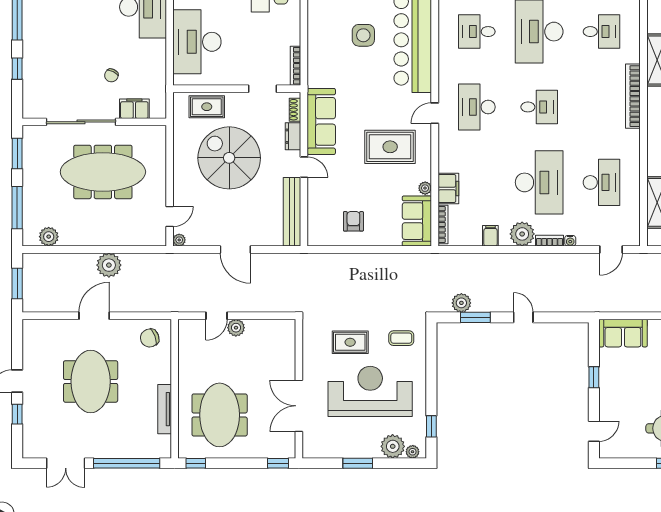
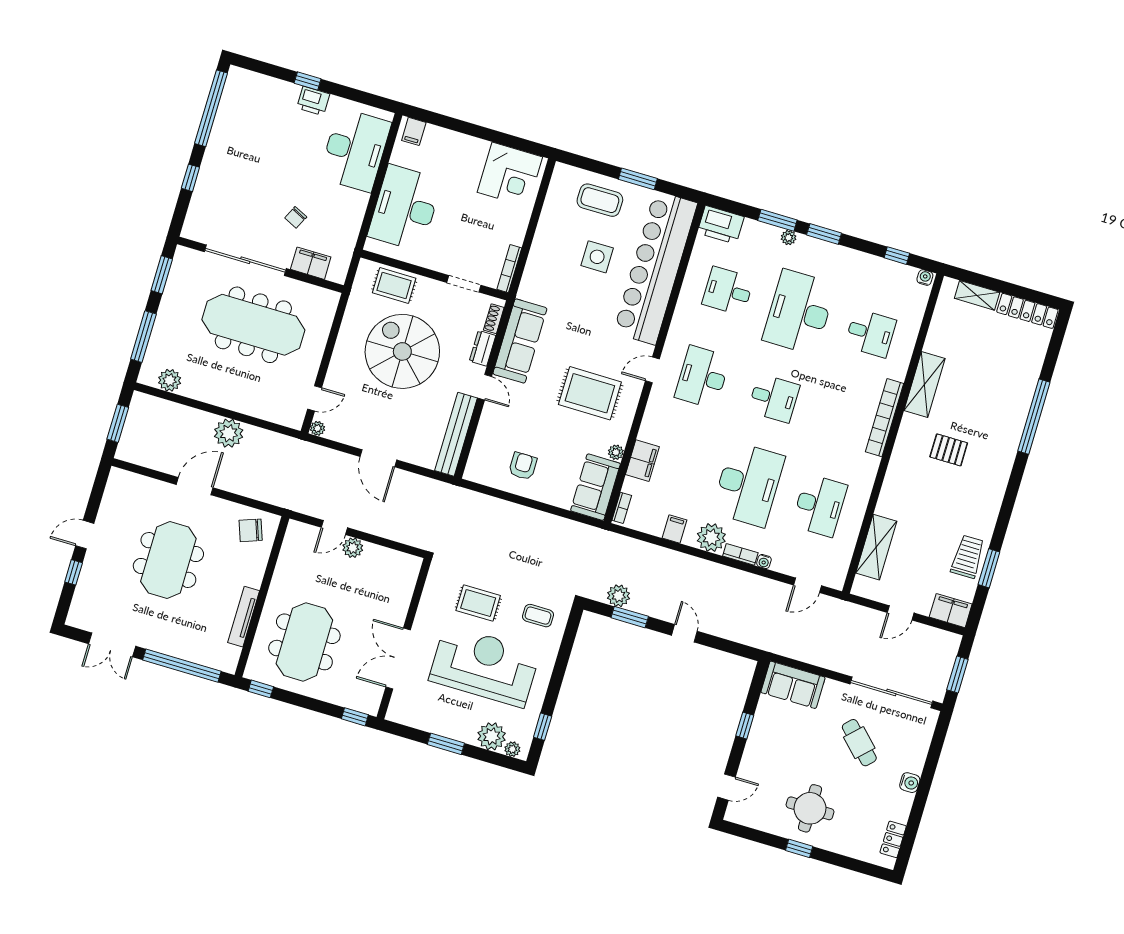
bookcase: (443, 225) -> (622, 508), width x0.64

